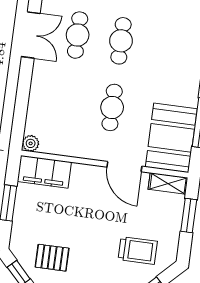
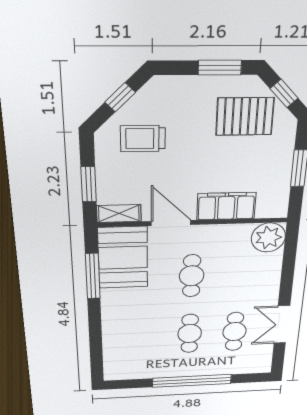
plant: (31, 143) -> (268, 237), width x1.87, depth x1.87
filing cabinet: (44, 172) -> (226, 206), moved
pallet: (52, 258) -> (245, 116), width x1.50, depth x1.42

